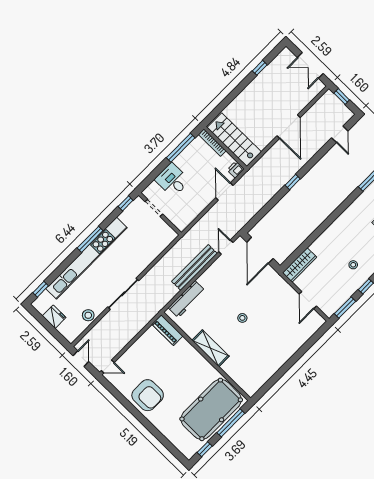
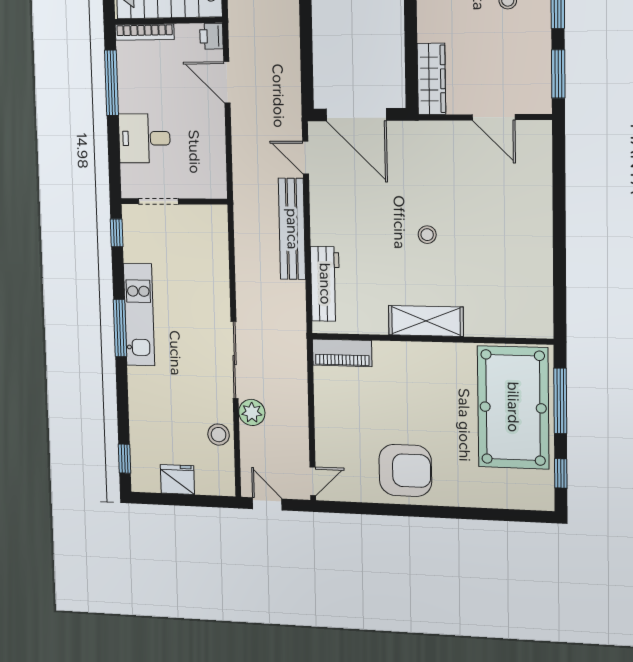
kitchen unit: (87, 258) -> (139, 315), width x0.54
plant: (110, 319) -> (252, 412), added

